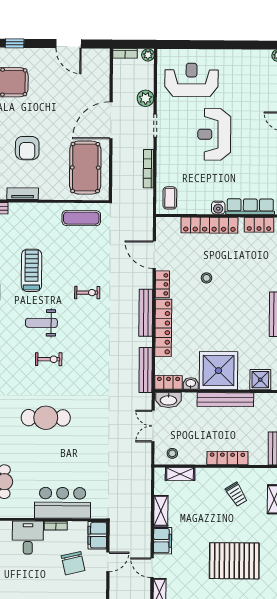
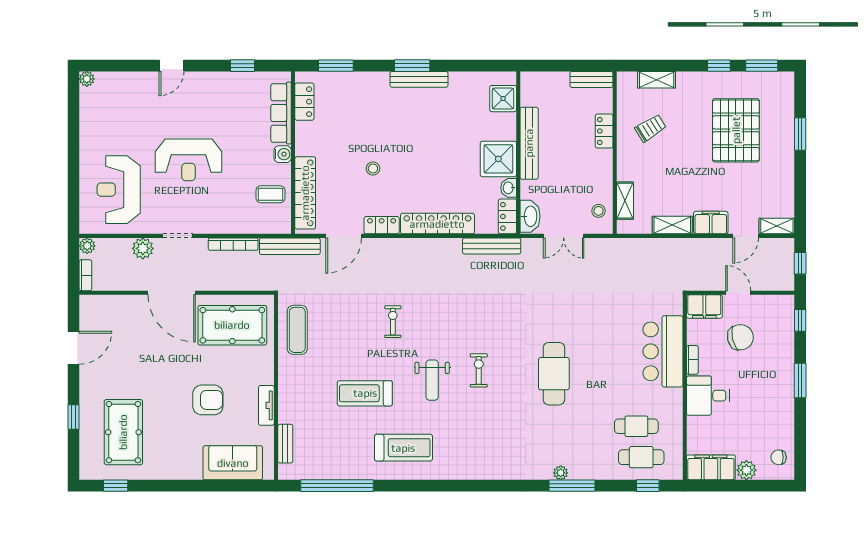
coffee table: (170, 198) -> (271, 194), moved
locker: (209, 225) -> (305, 193), moved
bench: (146, 313) -> (290, 246), moved
shower: (218, 371) -> (498, 159), width x0.73, depth x0.73
locker: (227, 458) -> (604, 131), width x0.66

